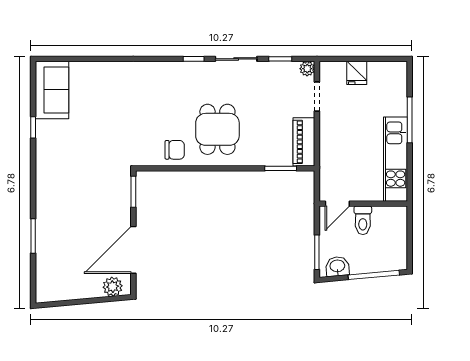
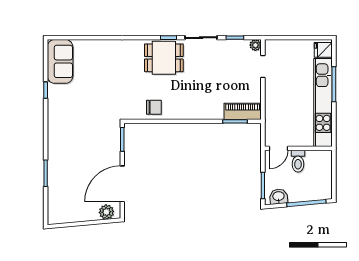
fridge: (357, 73) -> (323, 50), moved, turned 90
dining table: (217, 129) -> (164, 58), moved, turned 90
piano: (304, 142) -> (243, 111), moved, turned 90
kitchen unit: (396, 159) -> (323, 103), width x1.36

